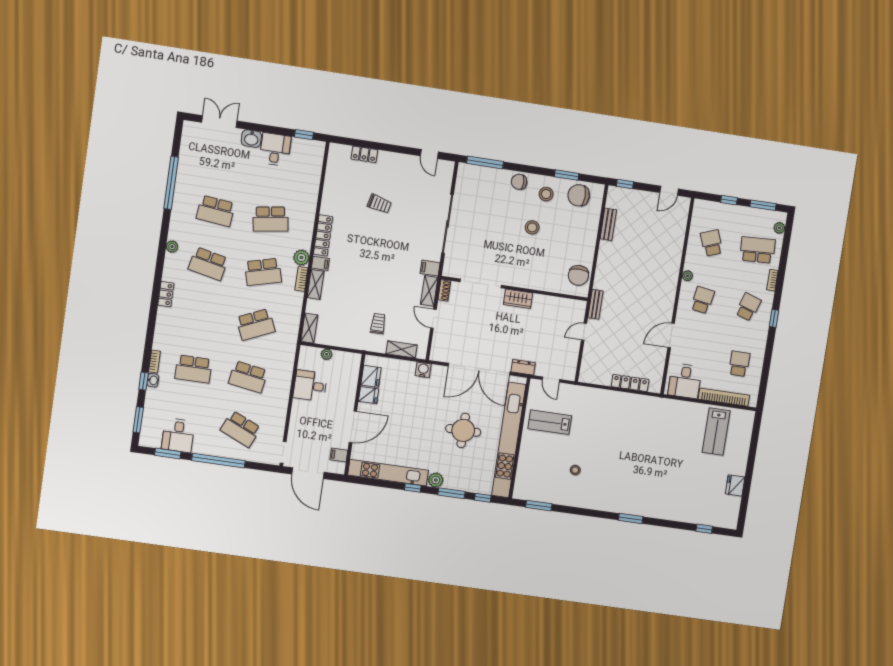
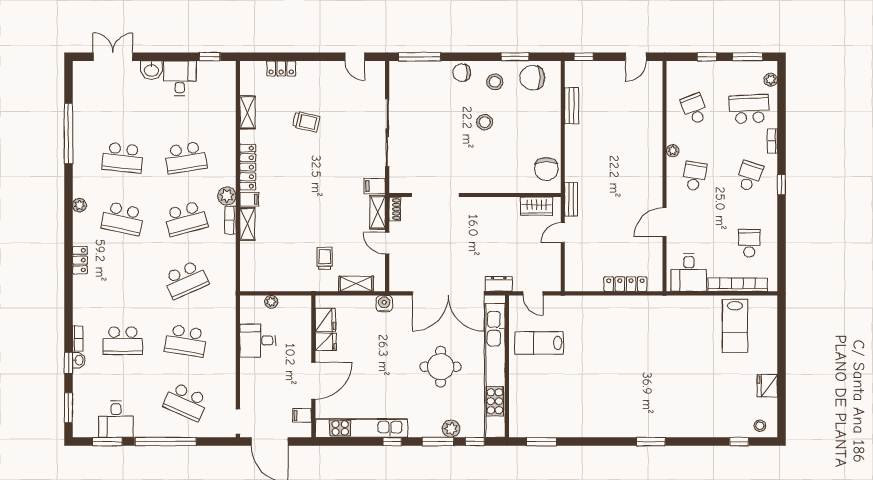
wardrobe: (518, 299) -> (536, 206), moved
shelving: (309, 328) -> (247, 112), moved
stool: (575, 470) -> (760, 426), moved
plant: (436, 480) -> (451, 429), moved

